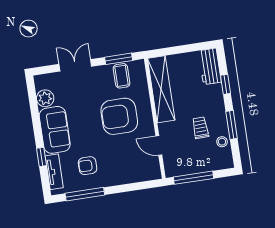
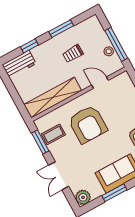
plant: (45, 98) -> (83, 197), moved
window: (36, 118) -> (114, 193), added
stool: (222, 142) -> (109, 51), moved
door: (159, 146) -> (100, 83), swing flipped

